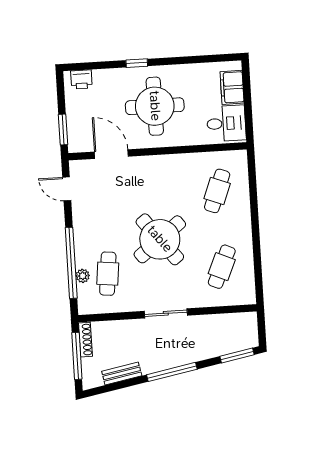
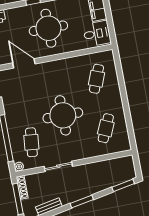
round table: (160, 239) -> (63, 115), turned 38
plant: (83, 276) -> (19, 167), moved
sliding door: (166, 313) -> (58, 166), moved
window: (172, 372) -> (82, 202), width x0.69

